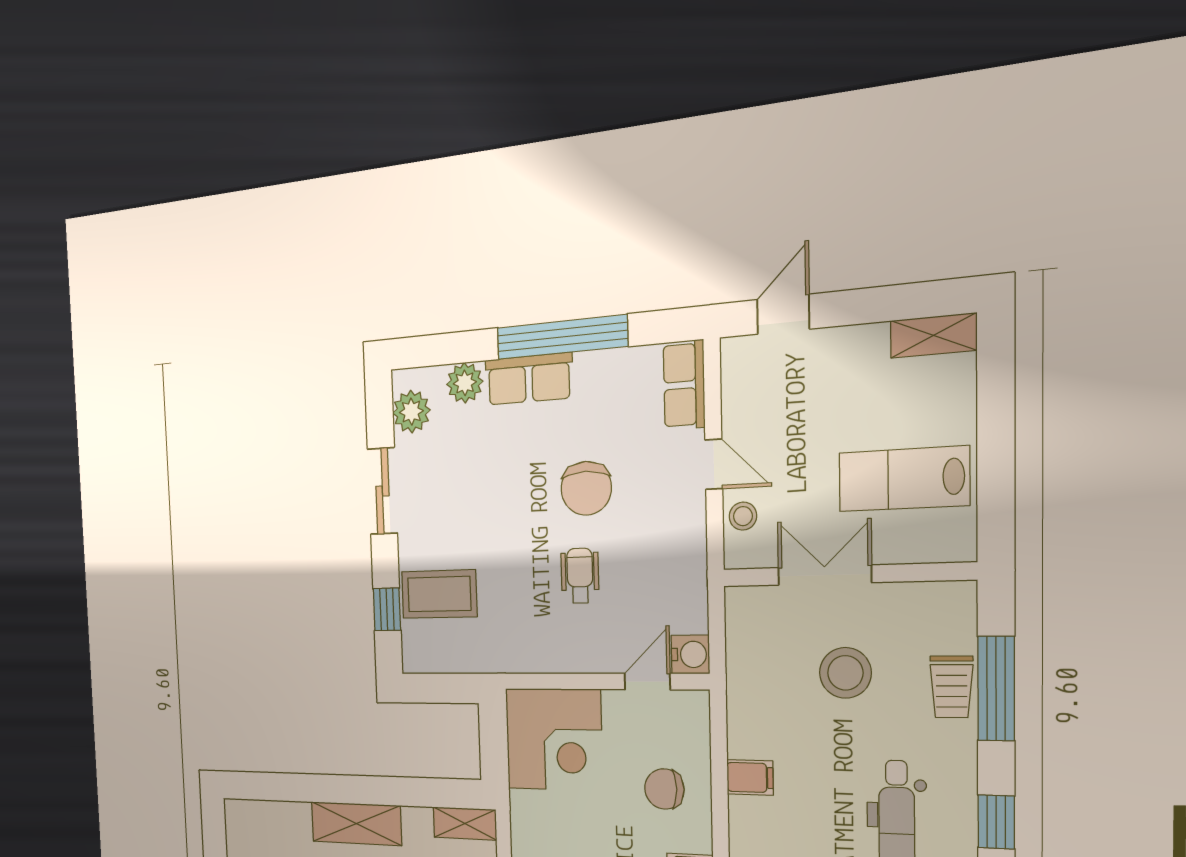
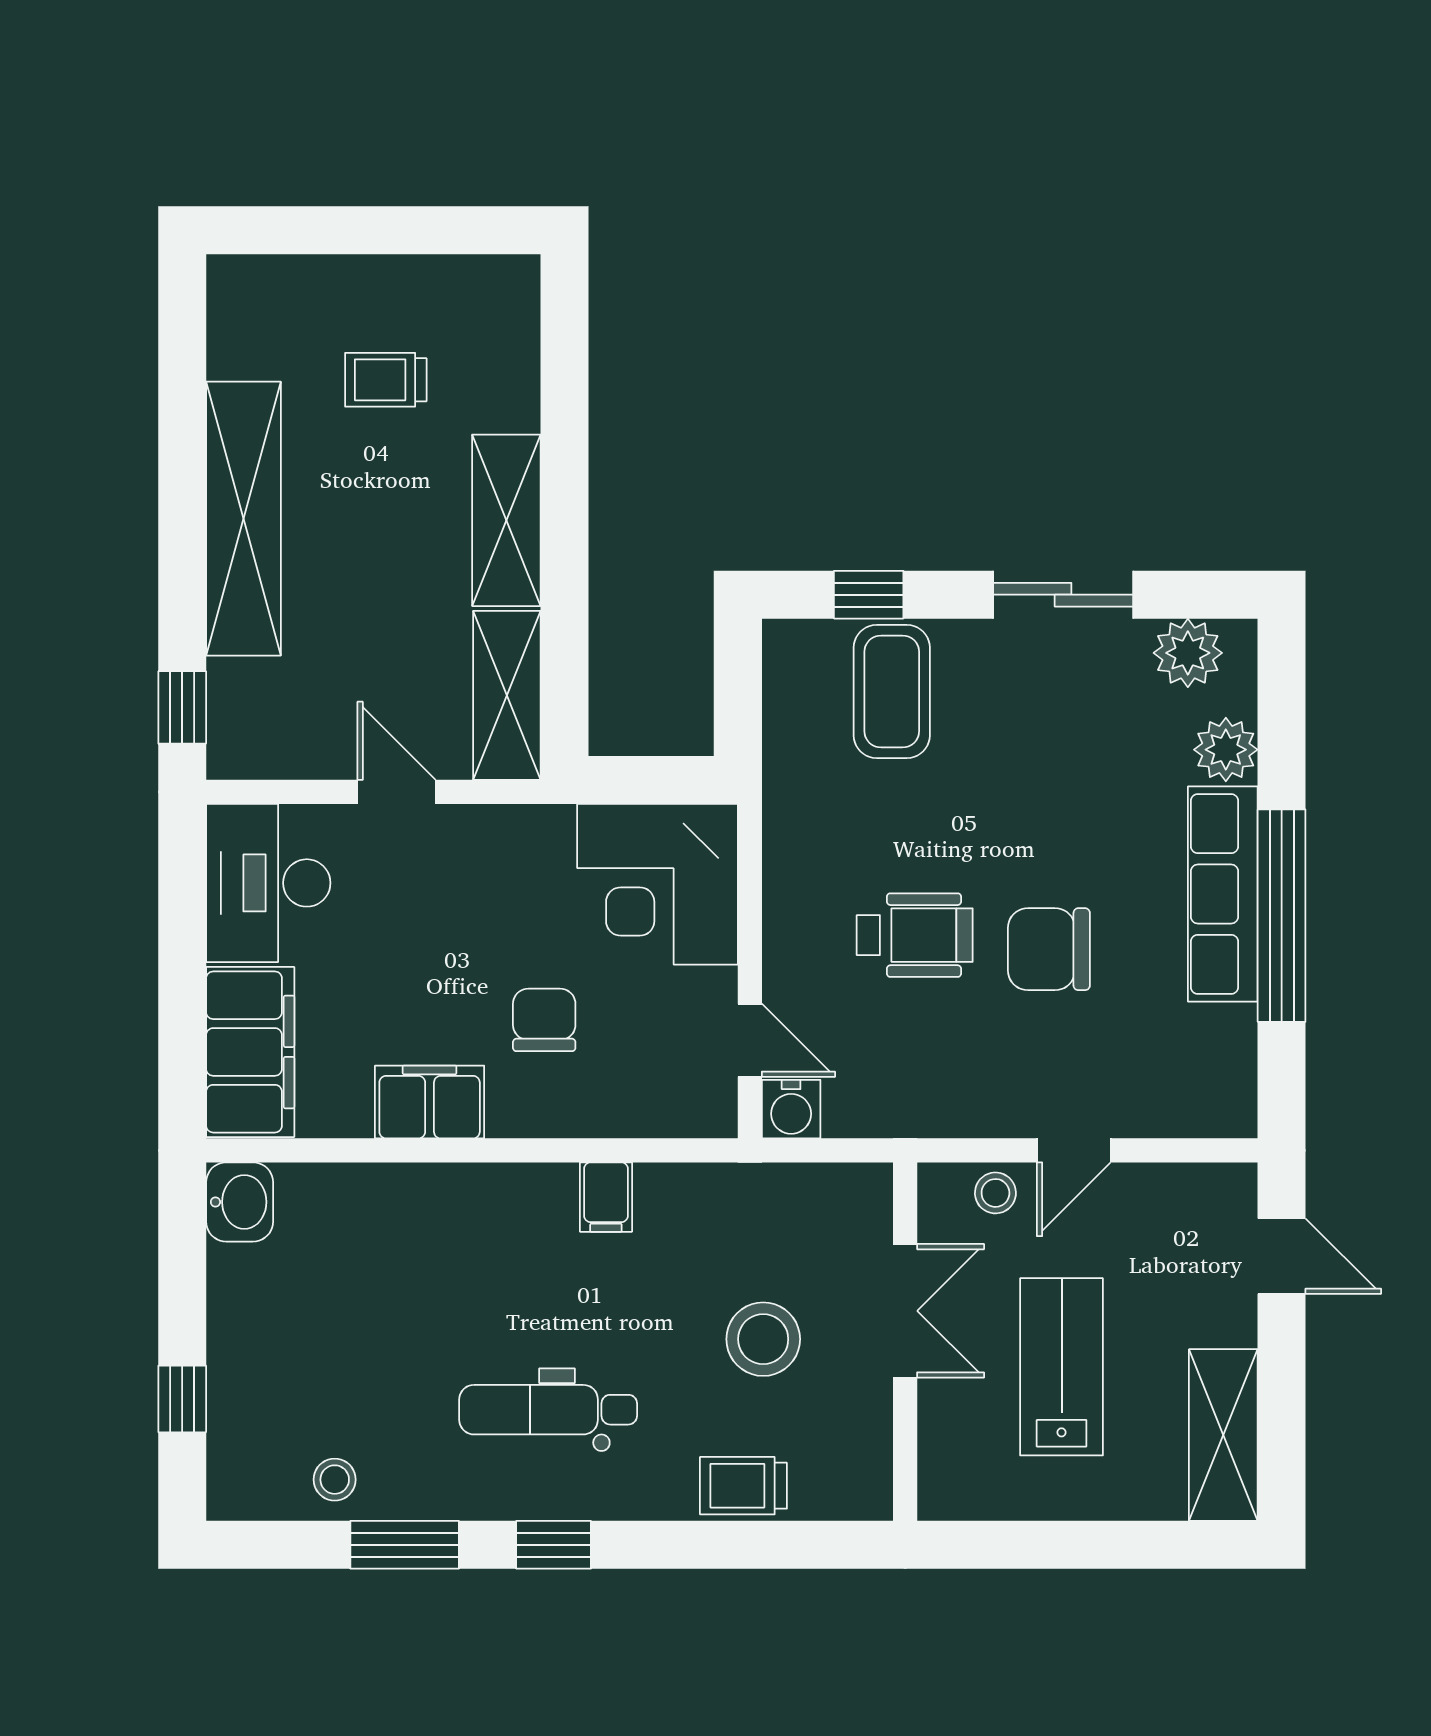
shelving: (933, 335) -> (1223, 1435), width x1.50, depth x1.33
row of seats: (529, 379) -> (1223, 894), width x1.48
row of seats: (684, 385) -> (1193, 1108), removed
lab bench: (904, 479) -> (1062, 1367), moved
wheelchair: (580, 576) -> (915, 935), width x1.36, depth x1.37
window: (996, 689) -> (741, 1545), removed
chair: (664, 789) -> (544, 1020), moved
shelving: (465, 824) -> (507, 695), width x1.50, depth x1.33

